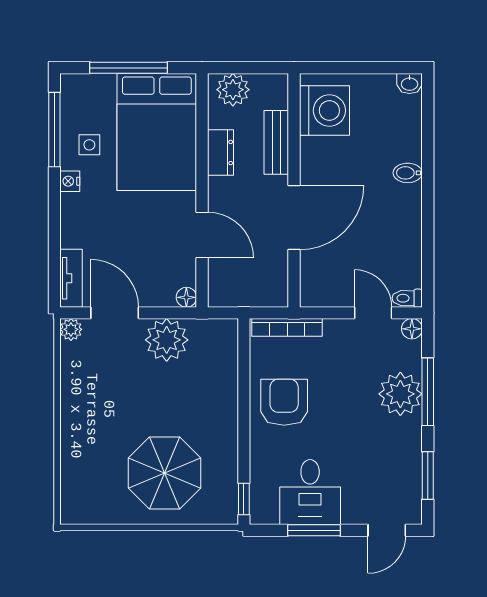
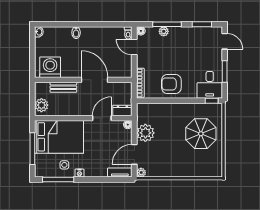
dresser: (221, 153) -> (122, 110), moved
door: (373, 313) -> (134, 47), hinge flipped
plant: (400, 394) -> (164, 31), width x0.53, depth x0.53
desk: (310, 492) -> (210, 85), moved, turned 90

